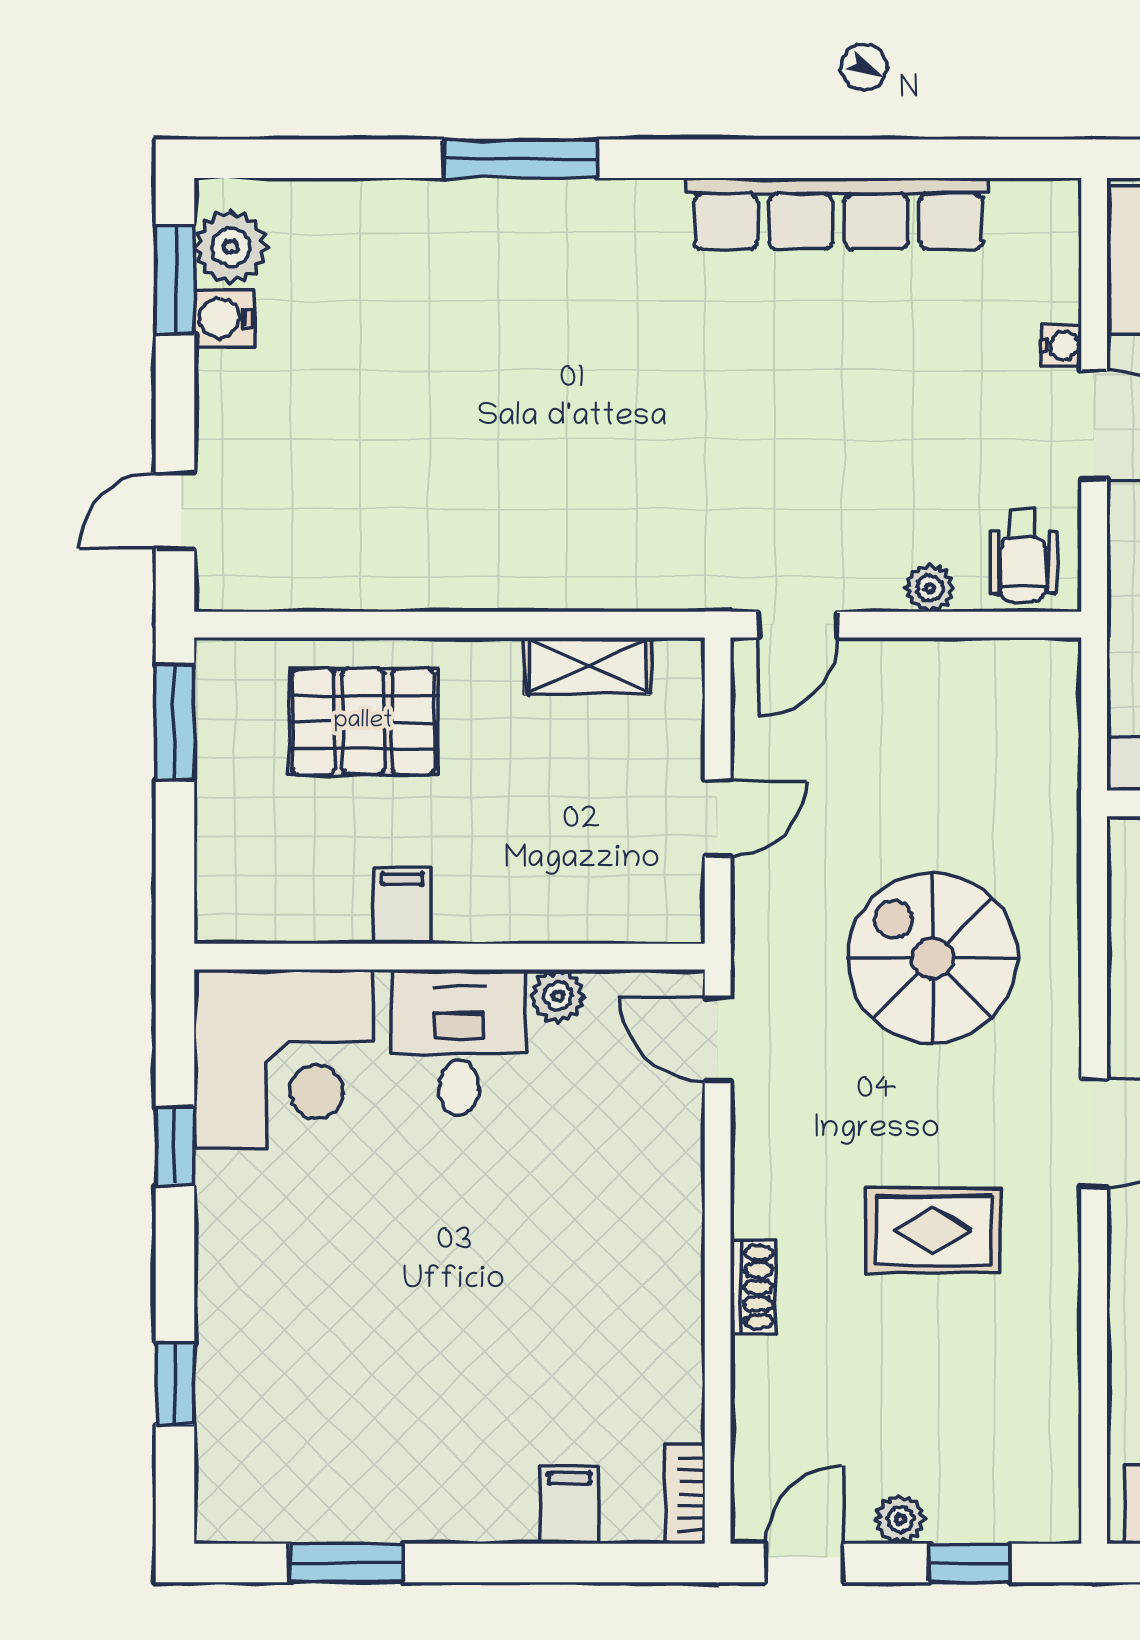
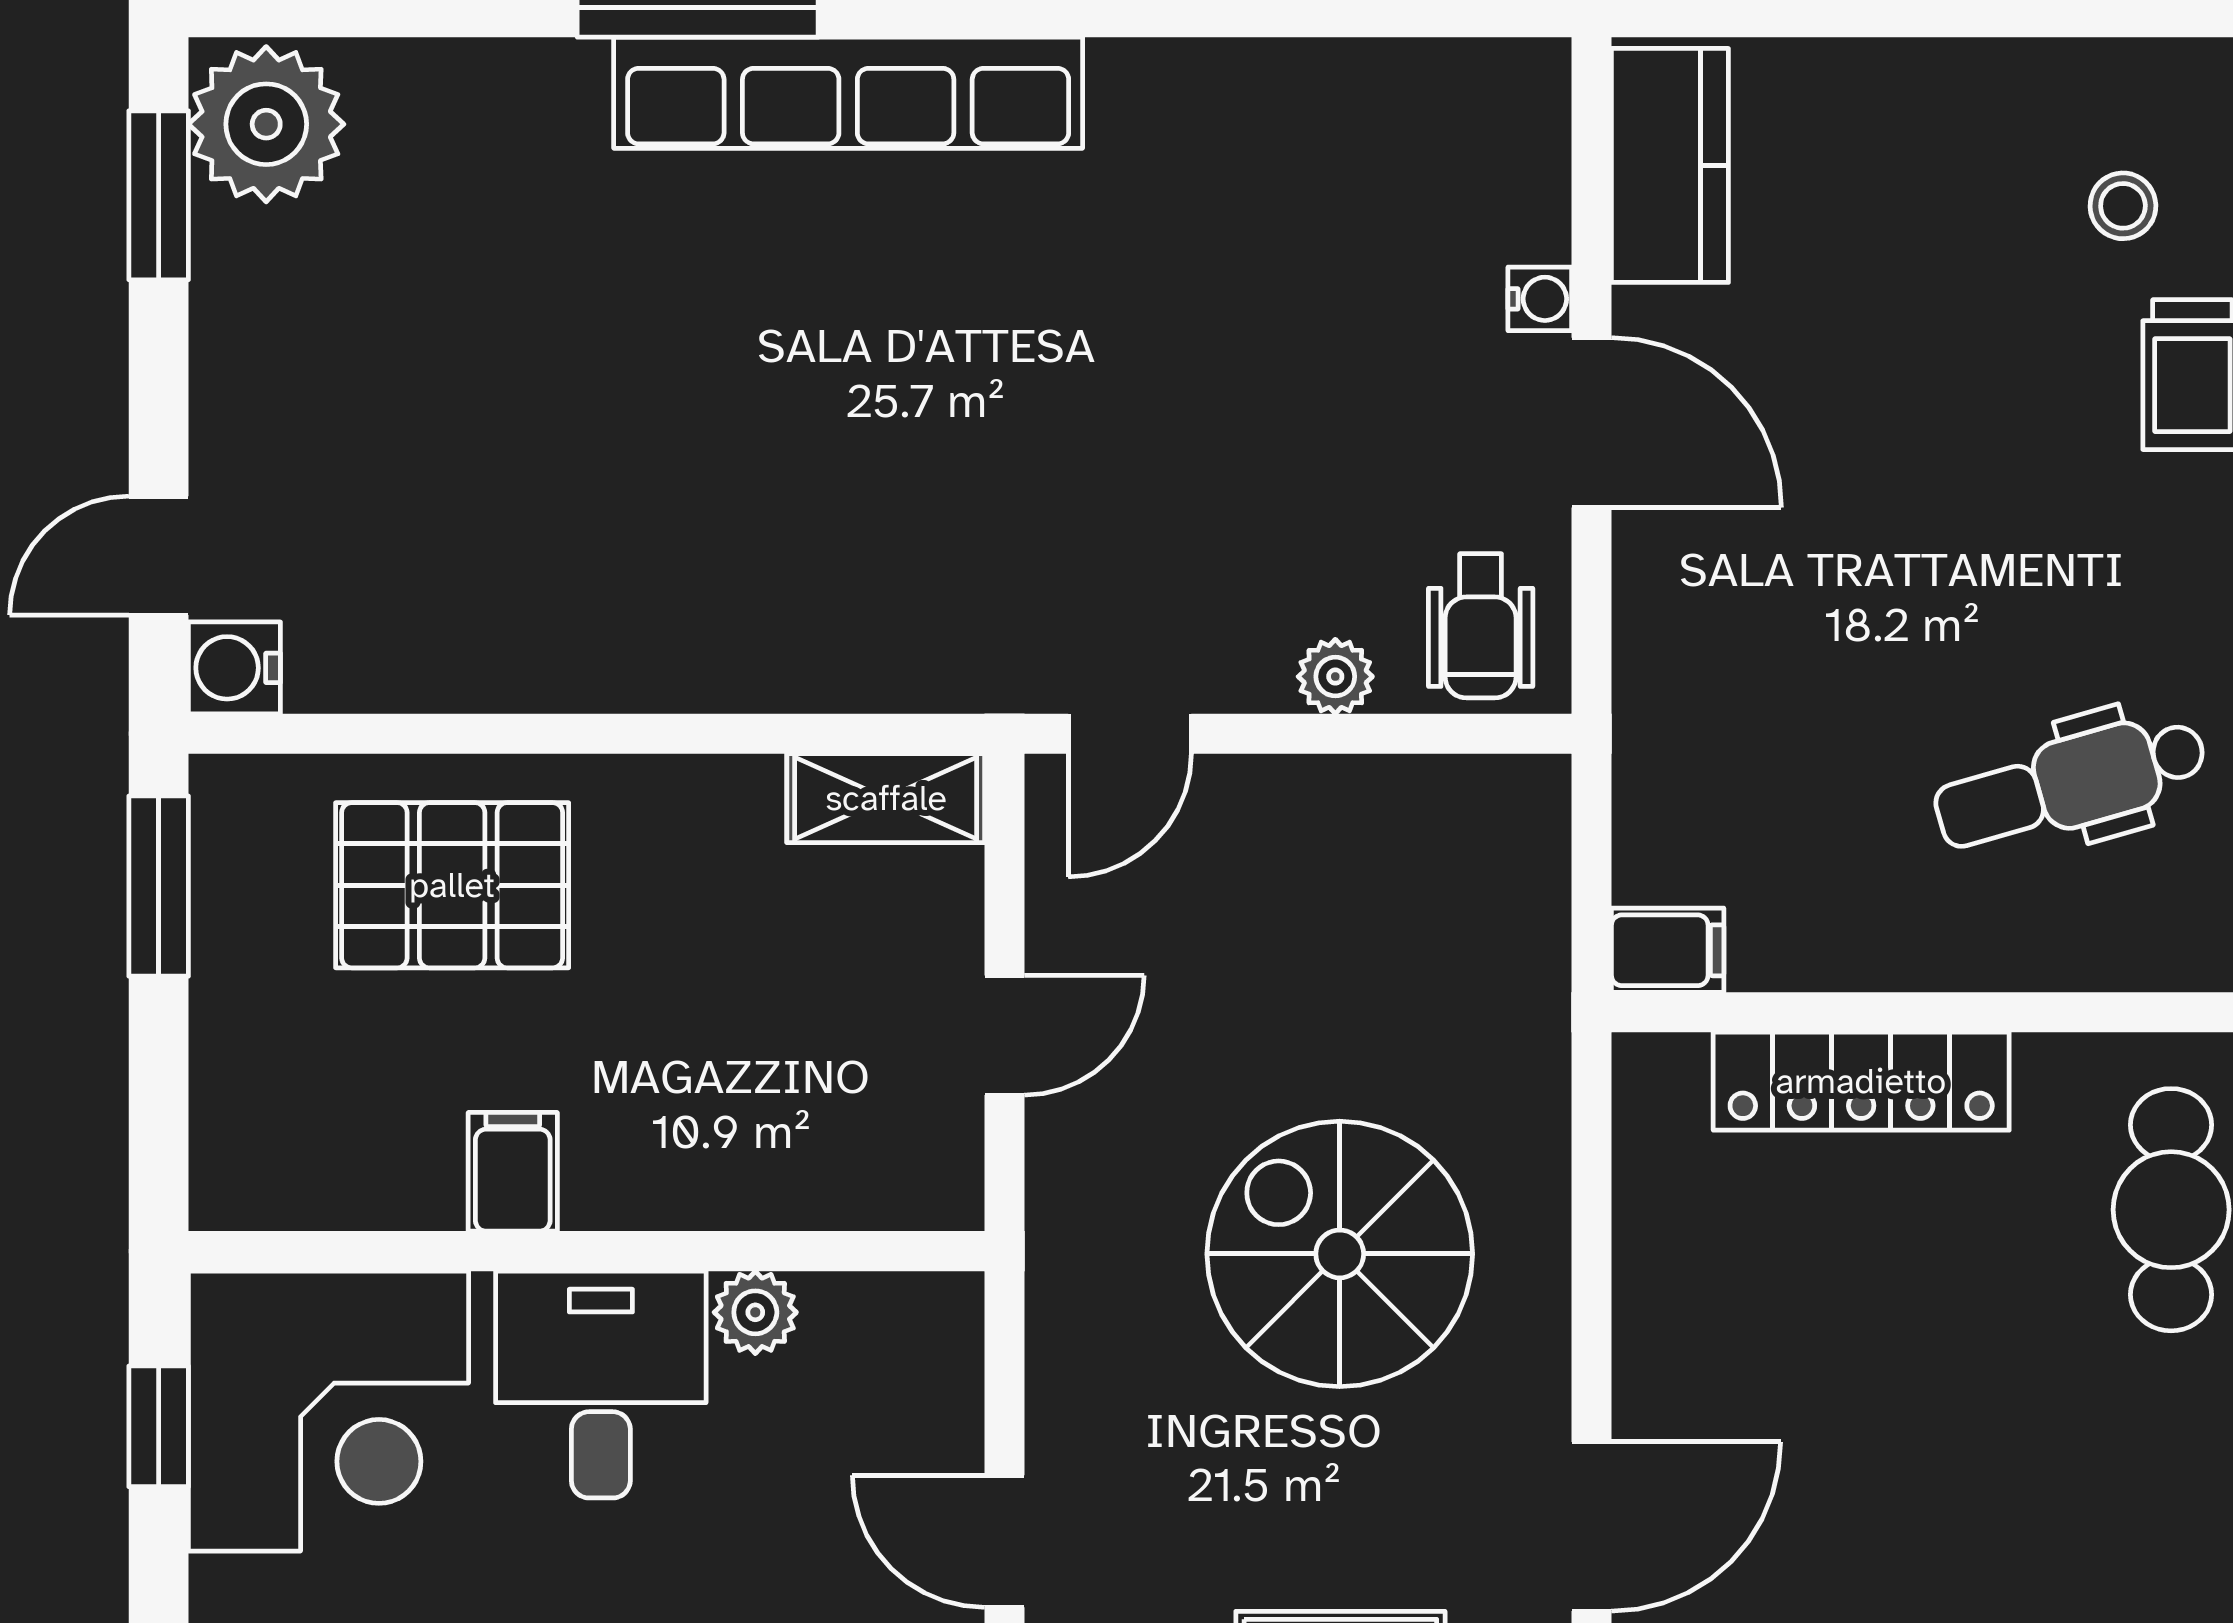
row of seats: (839, 214) -> (848, 93), moved
plant: (231, 247) -> (266, 124), width x1.36, depth x1.36
water cooler: (224, 318) -> (234, 668), moved
shelving: (588, 666) -> (886, 798), moved
door: (718, 1039) -> (1004, 1541), moved
window: (175, 1146) -> (159, 1426), moved

